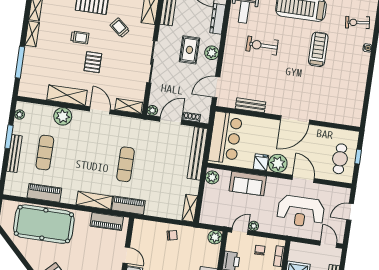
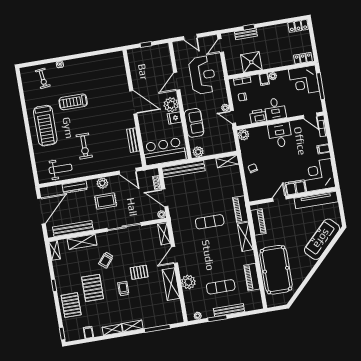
cafe table: (340, 159) -> (152, 58), removed

